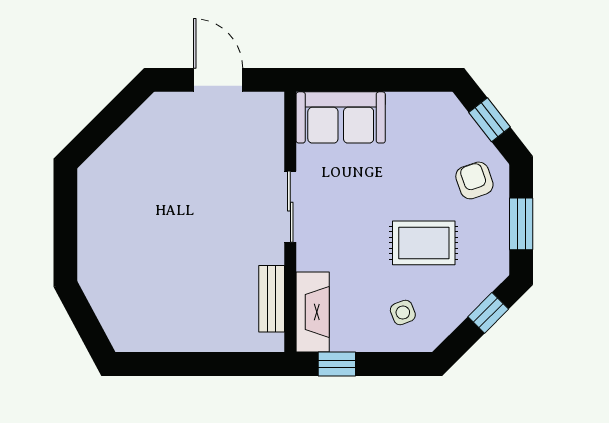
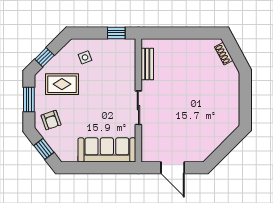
sofa: (341, 117) -> (107, 150), width x1.36
rug: (424, 243) -> (62, 84), moved
fireplace: (313, 312) -> (128, 58), removed
shoe rack: (111, 321) -> (224, 54), added

